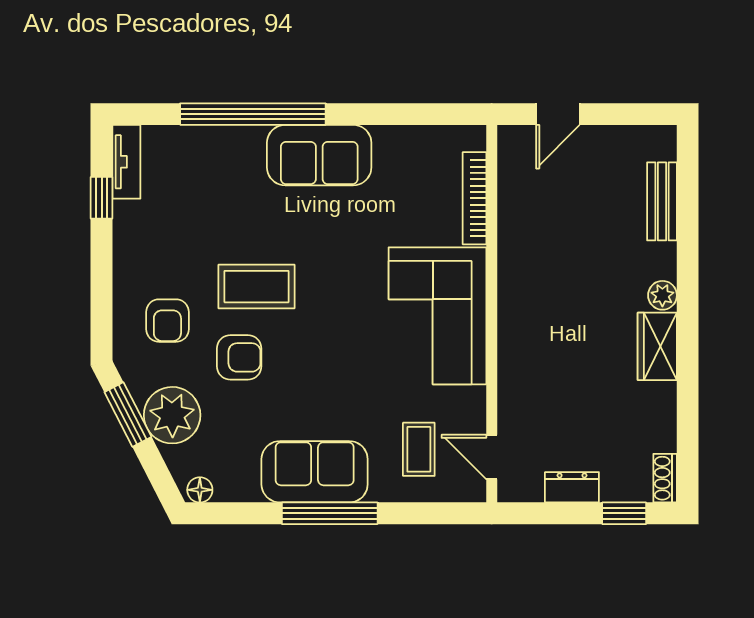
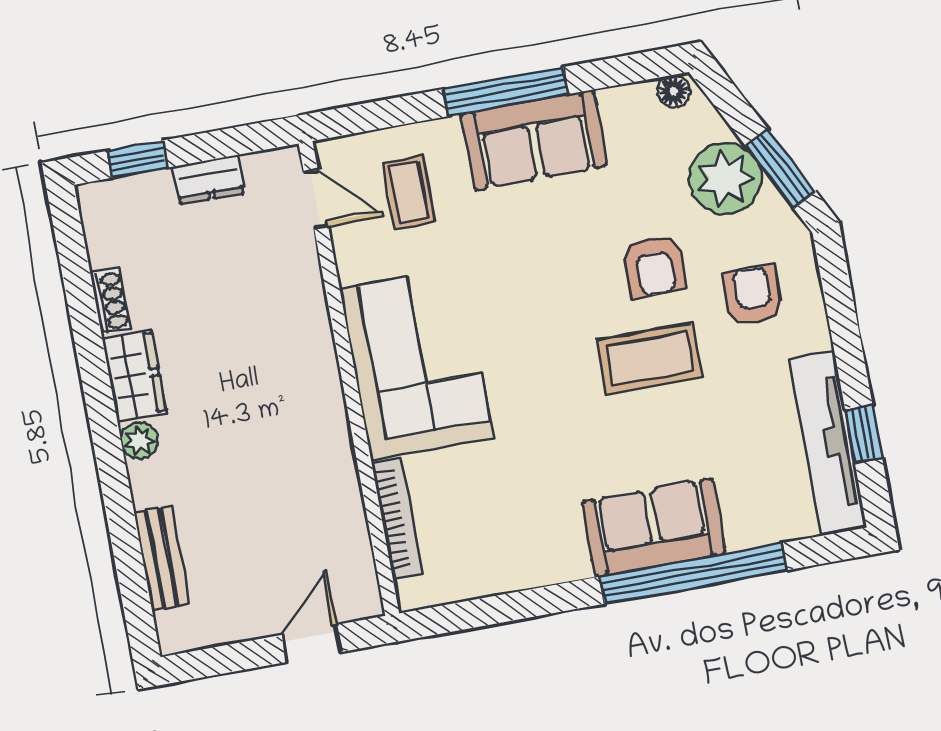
sofa: (319, 155) -> (654, 528), moved
tv unit: (126, 162) -> (828, 443), width x1.92, depth x1.29
armchair: (239, 357) -> (655, 266), turned -90
shoe rack: (665, 478) -> (110, 301), moved

